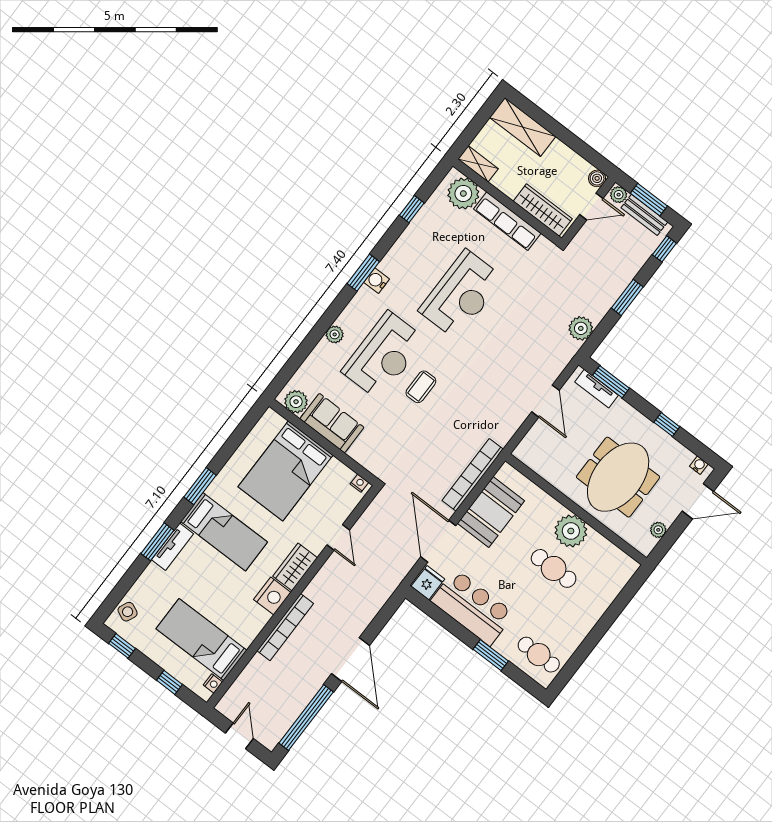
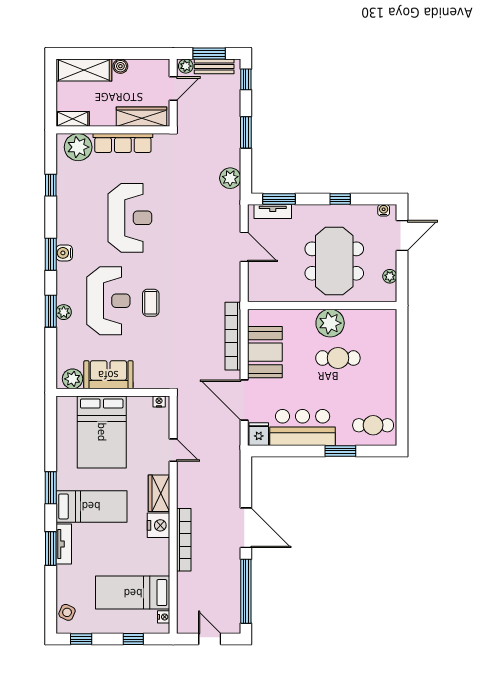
boiler: (597, 178) -> (120, 66), moved
window: (323, 325) -> (51, 311), added

